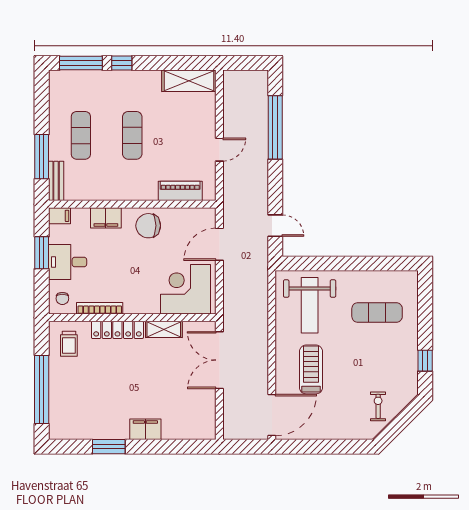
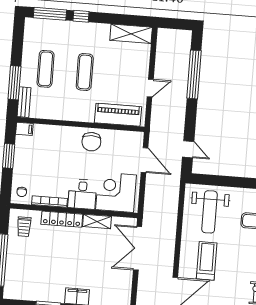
piano: (180, 191) -> (118, 115), width x1.37, depth x1.33
filing cabinet: (106, 218) -> (60, 133), removed
chair: (148, 226) -> (91, 142), turned -90
door: (219, 244) -> (144, 160), swing flipped
desk: (68, 262) -> (82, 194), moved, turned -90

